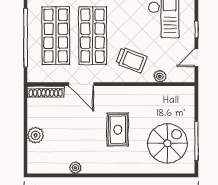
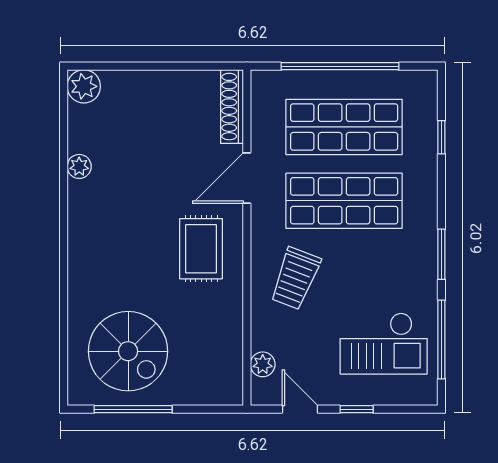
plant: (160, 76) -> (263, 364), moved
rug: (118, 130) -> (201, 249), moved, turned 90
plant: (36, 135) -> (84, 86), moved

